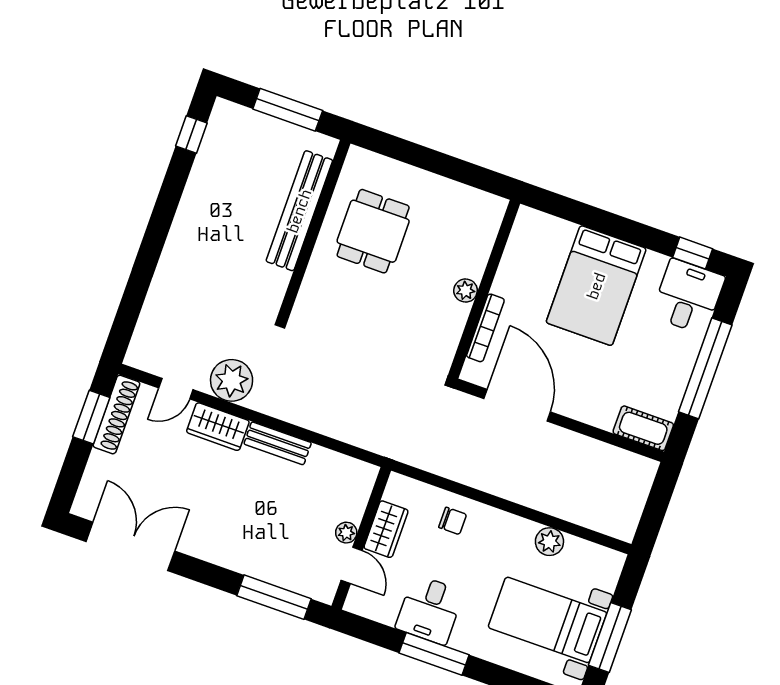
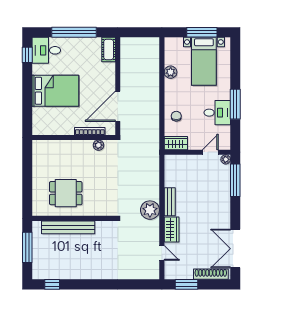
plant: (466, 291) -> (98, 145), moved
plant: (232, 380) -> (150, 210), moved
shoe rack: (116, 414) -> (211, 274), moved
wardrobe: (386, 529) -> (176, 143), moved
plant: (346, 533) -> (226, 159), moved

